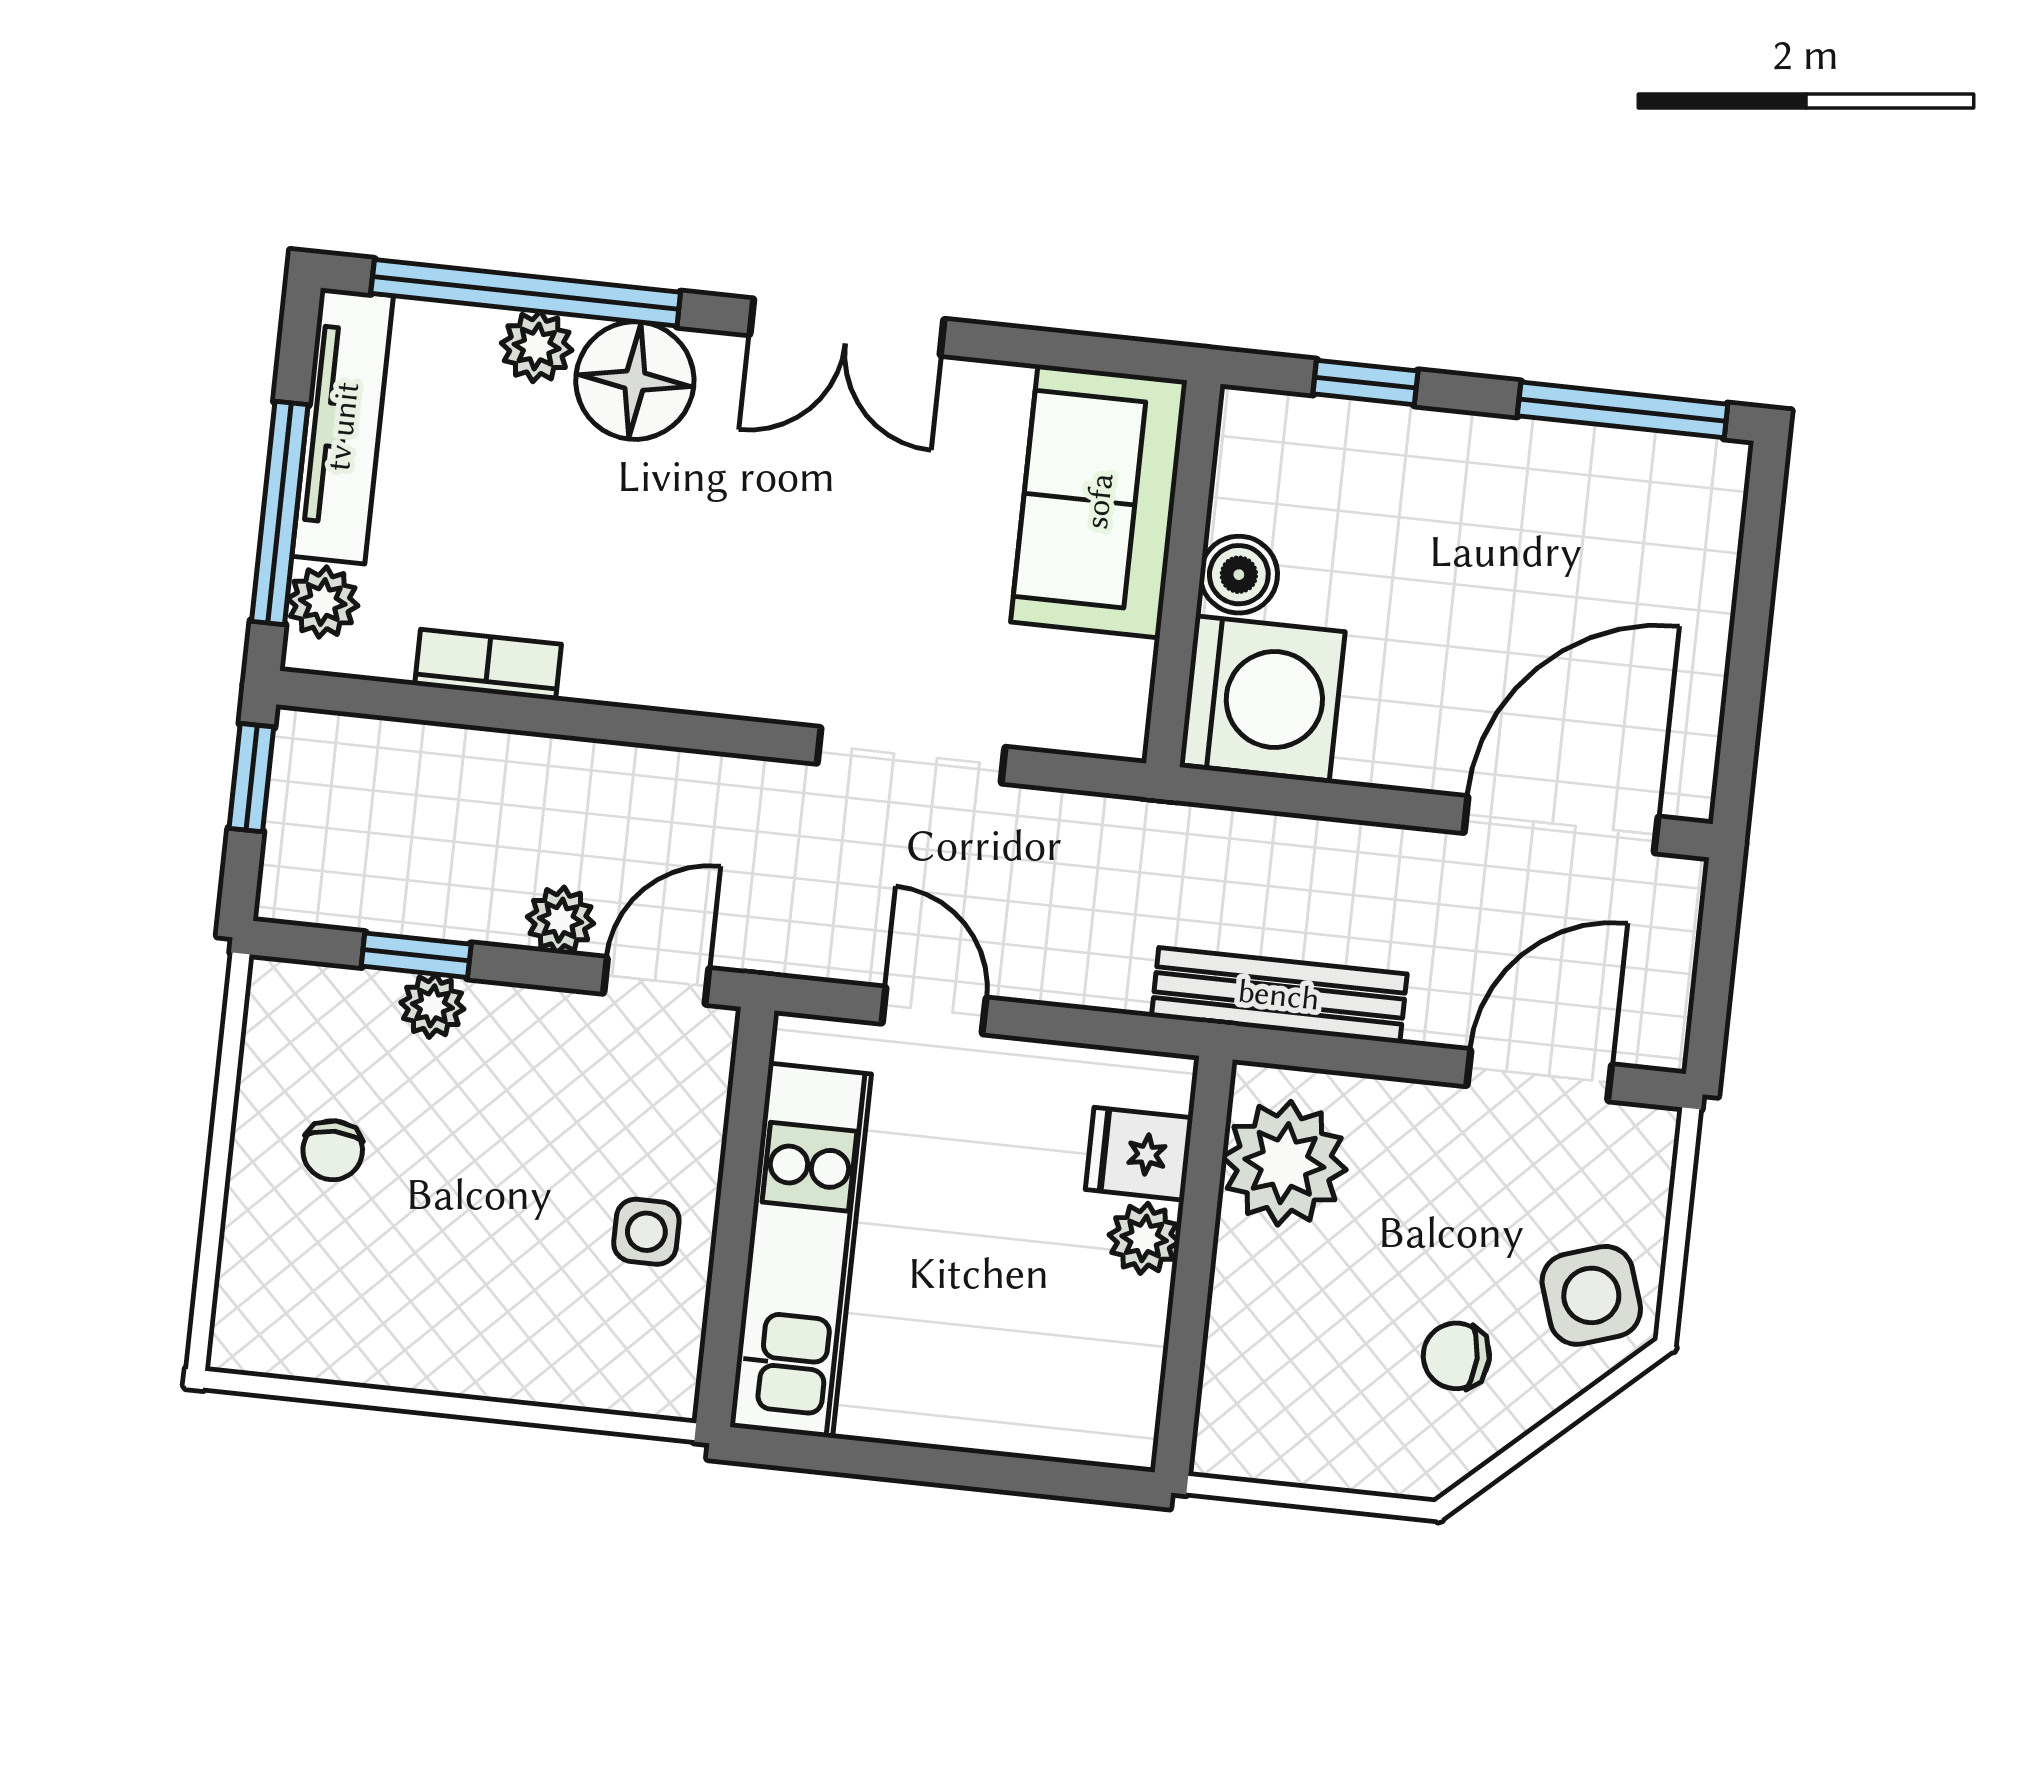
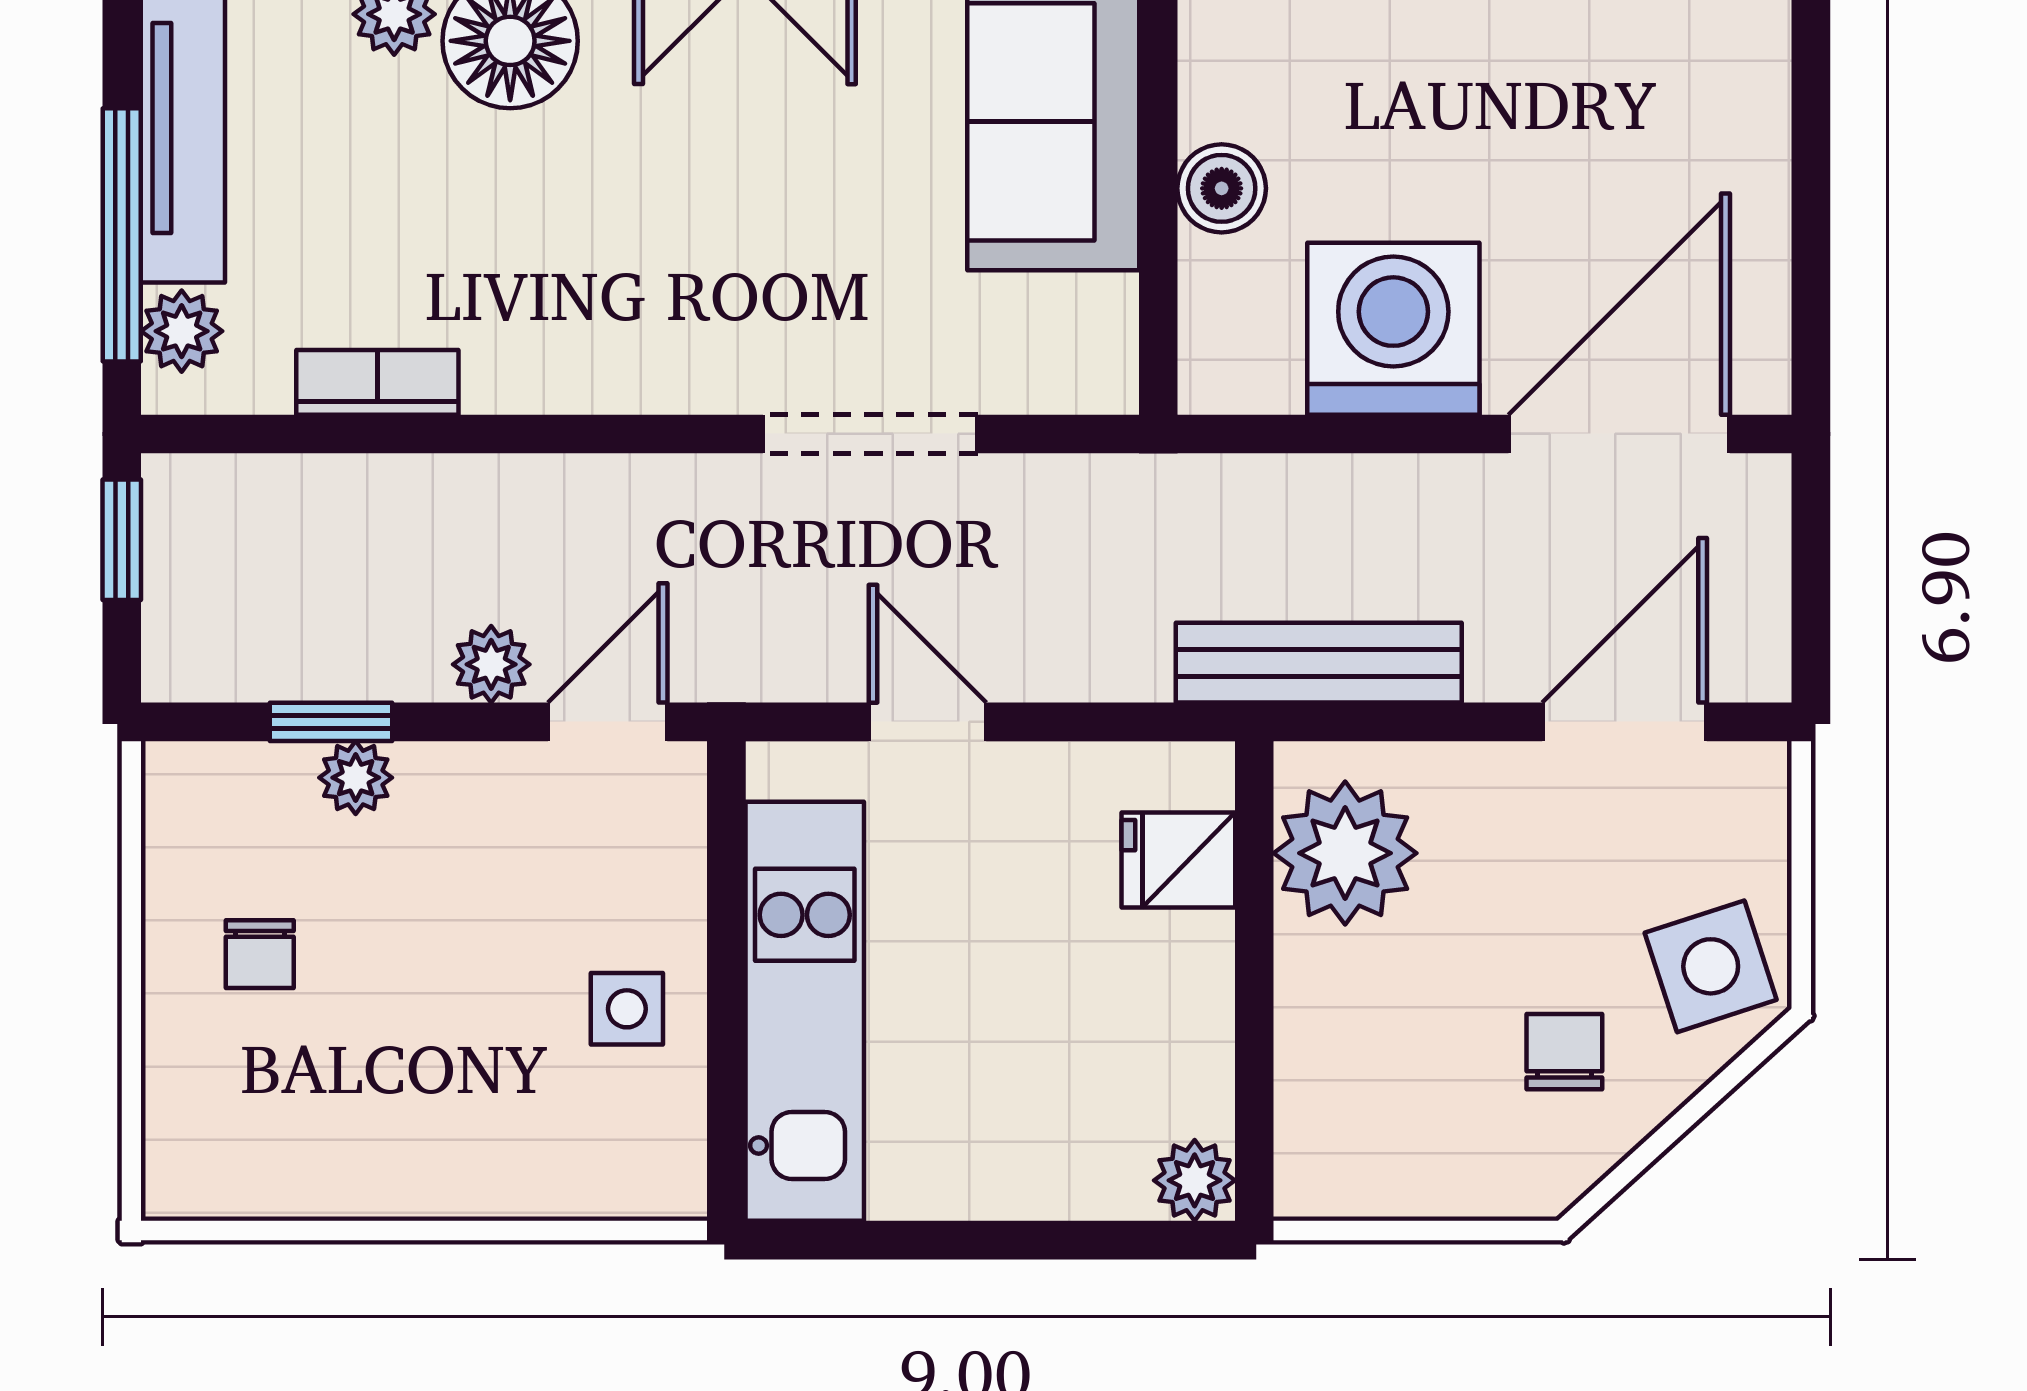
washing machine: (1262, 698) -> (1393, 329), moved, turned -90
plant: (1144, 1238) -> (1195, 1180), moved
chair: (1456, 1356) -> (1564, 1052), turned 90

